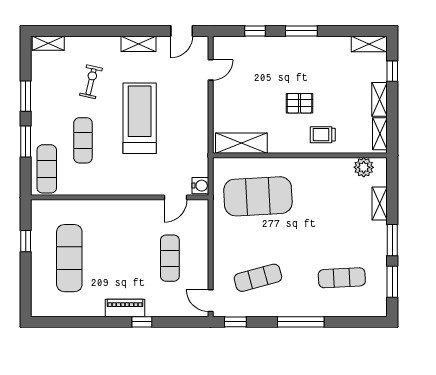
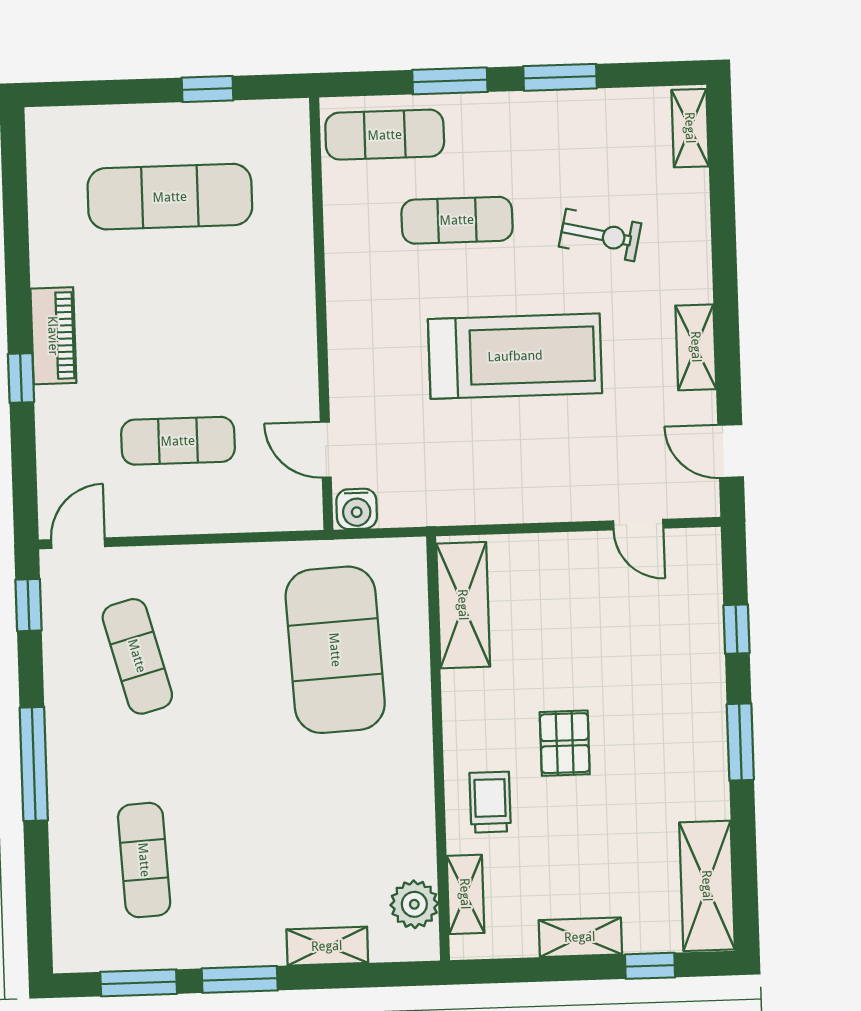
shelving: (369, 44) -> (707, 886), width x1.50, depth x1.33
shelving: (380, 134) -> (465, 894), moved, turned 90

